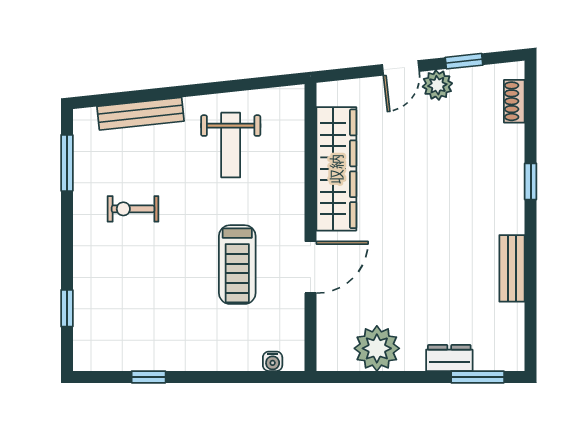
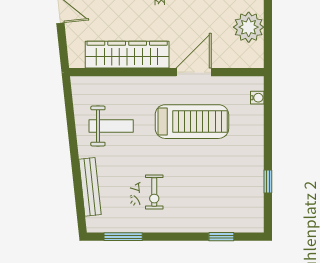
treadmill: (237, 265) -> (192, 122), width x1.37, depth x1.38
door: (310, 267) -> (194, 72), hinge flipped

